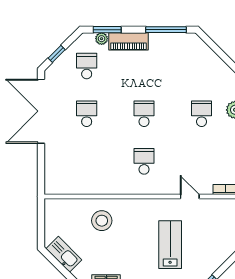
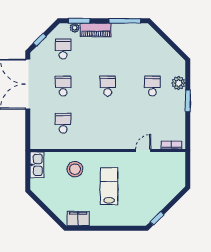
school desk: (144, 161) -> (63, 123), moved
door: (190, 197) -> (143, 150), hinge flipped
lab bench: (170, 245) -> (109, 186), moved
kitchen sink: (64, 254) -> (37, 165), moved, turned 45

